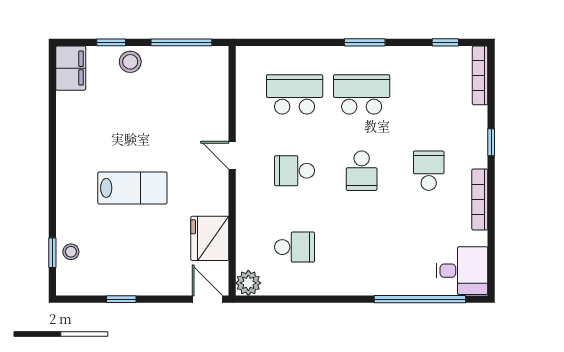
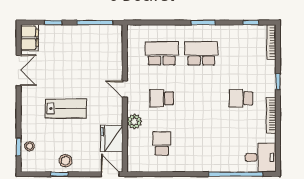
stool: (130, 62) -> (65, 161), moved
double door: (52, 123) -> (19, 70), added
school desk: (362, 171) -> (201, 98), removed
school desk: (429, 171) -> (241, 98), turned -90
school desk: (295, 247) -> (162, 143), turned -90
plant: (248, 283) -> (134, 121), moved

